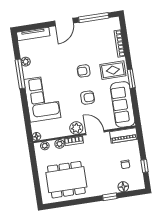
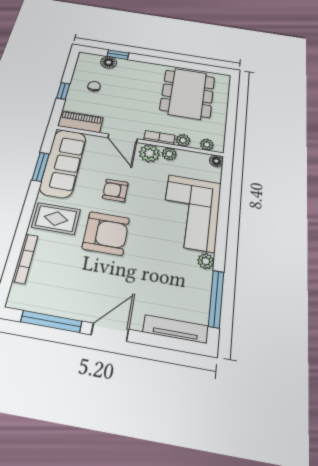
plant: (26, 62) -> (206, 261), moved
armchair: (84, 71) -> (106, 233), width x1.88, depth x1.88
window: (20, 74) -> (216, 299), moved
window: (131, 79) -> (41, 167), moved
plant: (65, 132) -> (169, 154), added
window: (145, 166) -> (63, 91), moved
dining table: (66, 180) -> (187, 93), turned 90
window: (110, 197) -> (118, 55), moved

